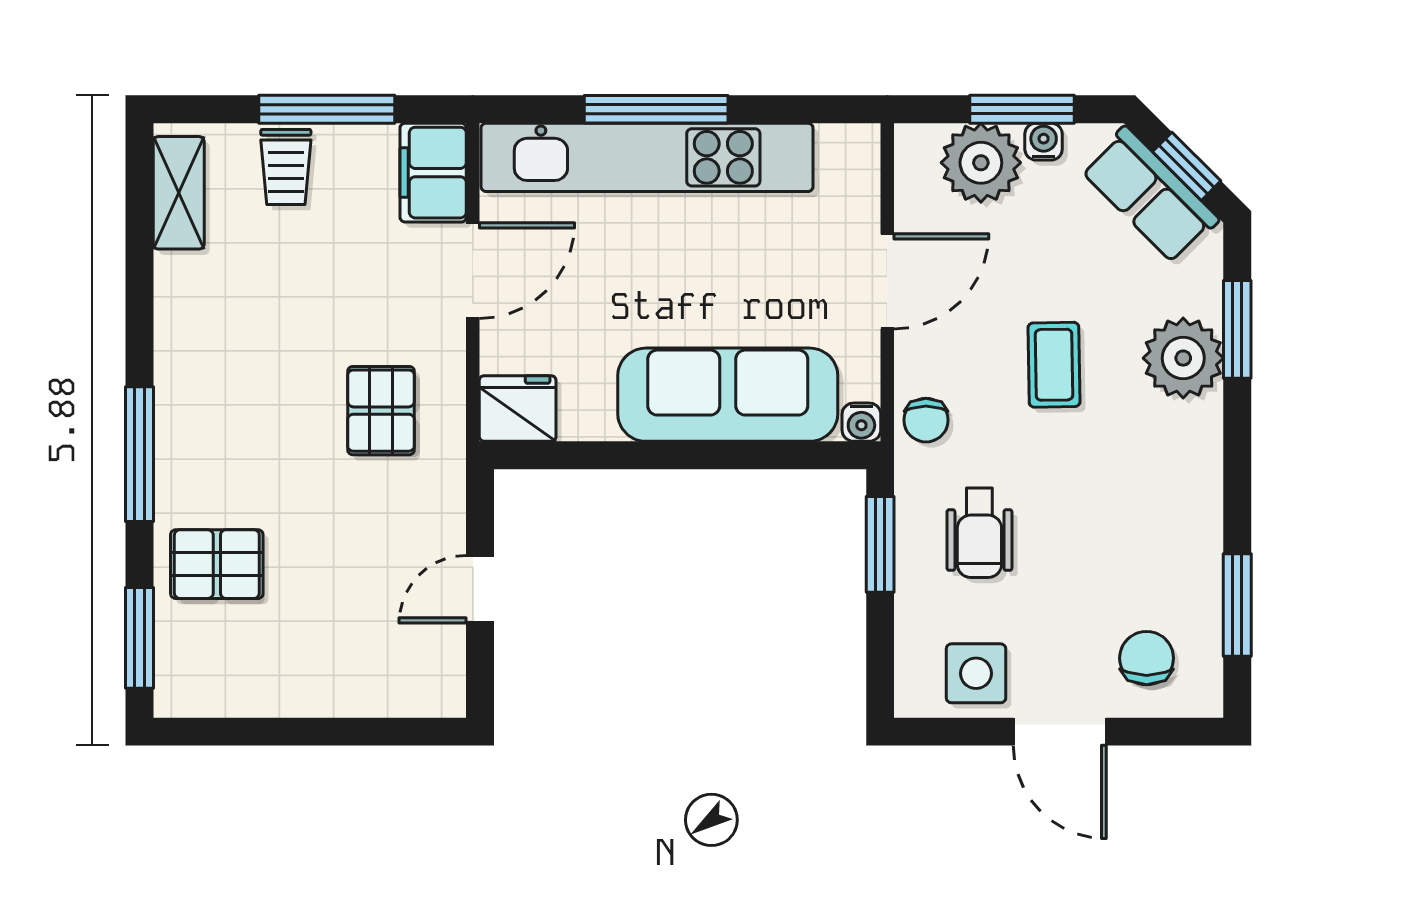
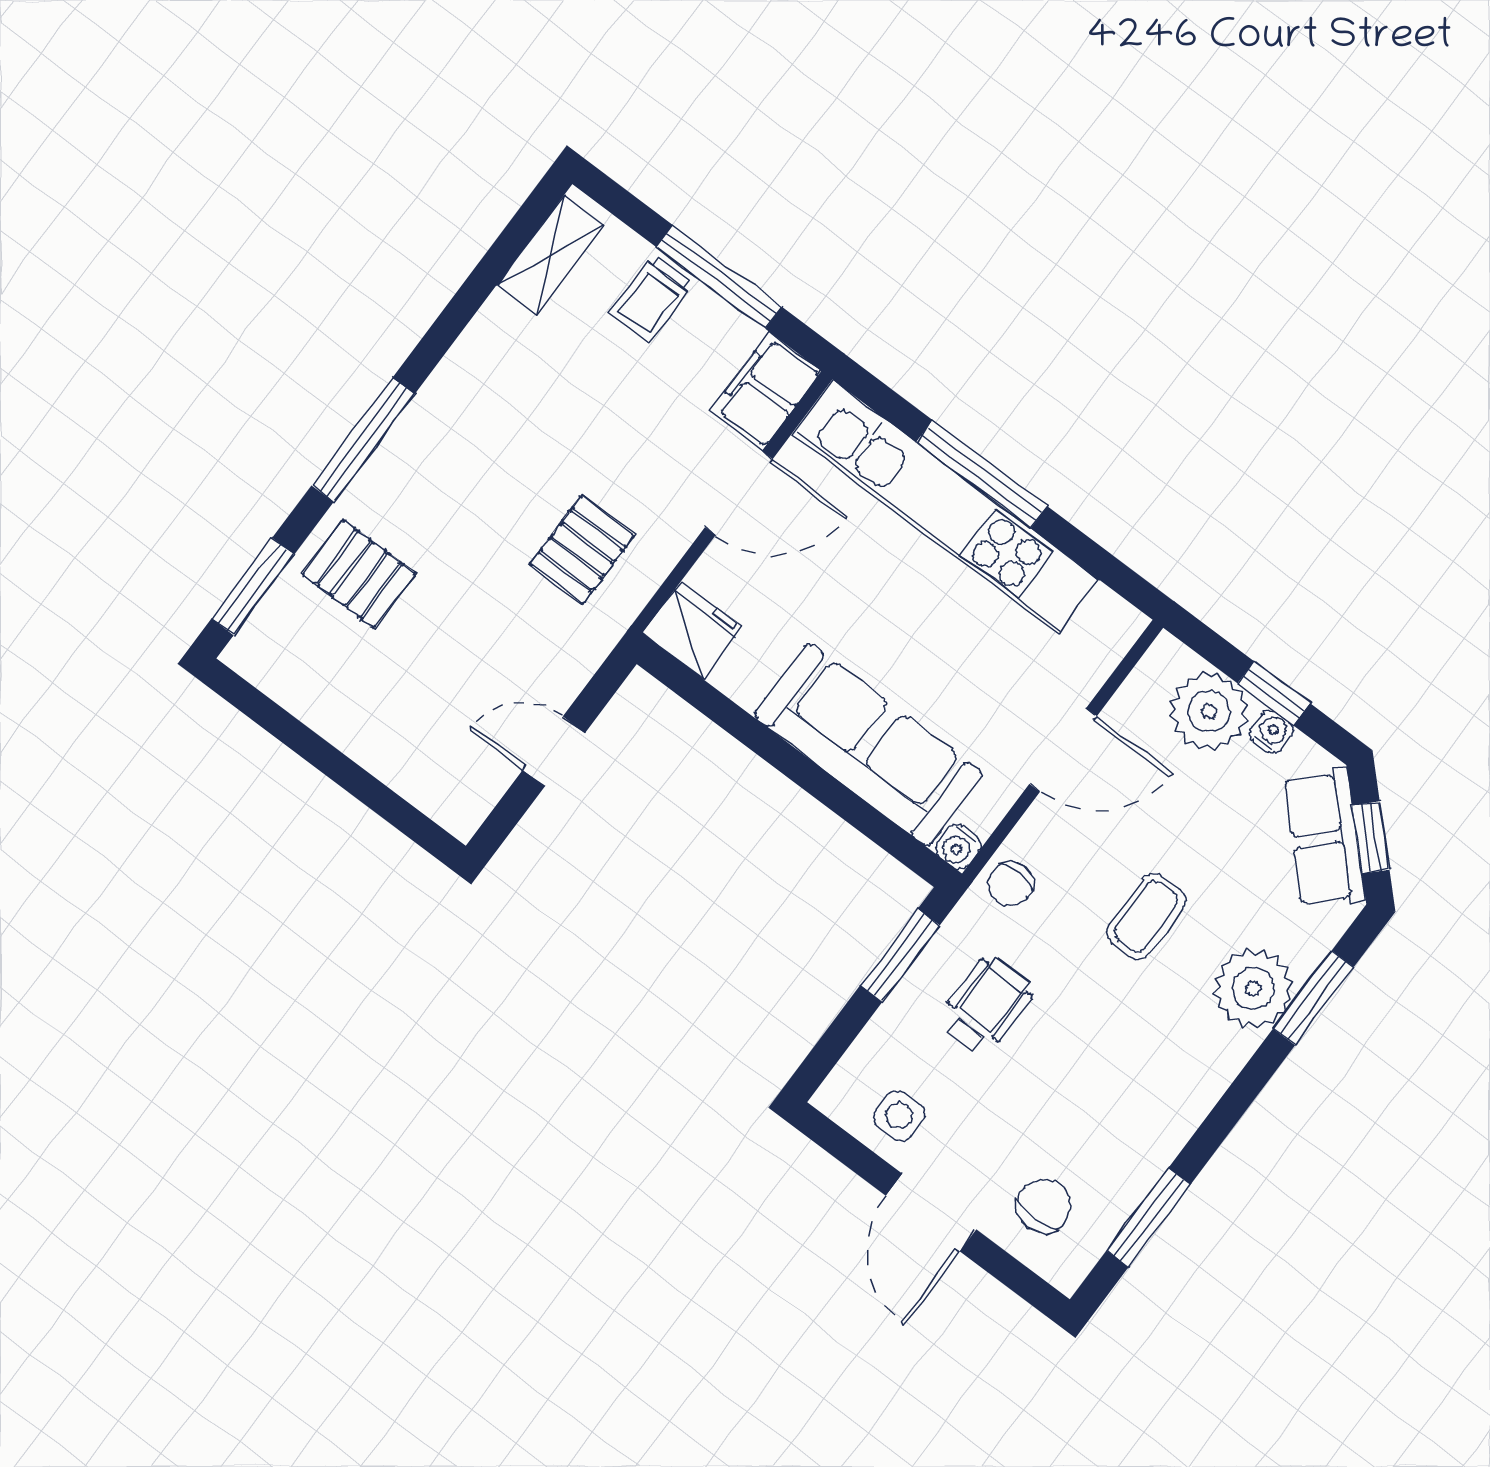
window: (1022, 109) -> (1274, 693), width x0.67
wheelchair: (979, 533) -> (986, 1006), turned 180
side table: (976, 673) -> (899, 1116), width x0.73, depth x0.73

